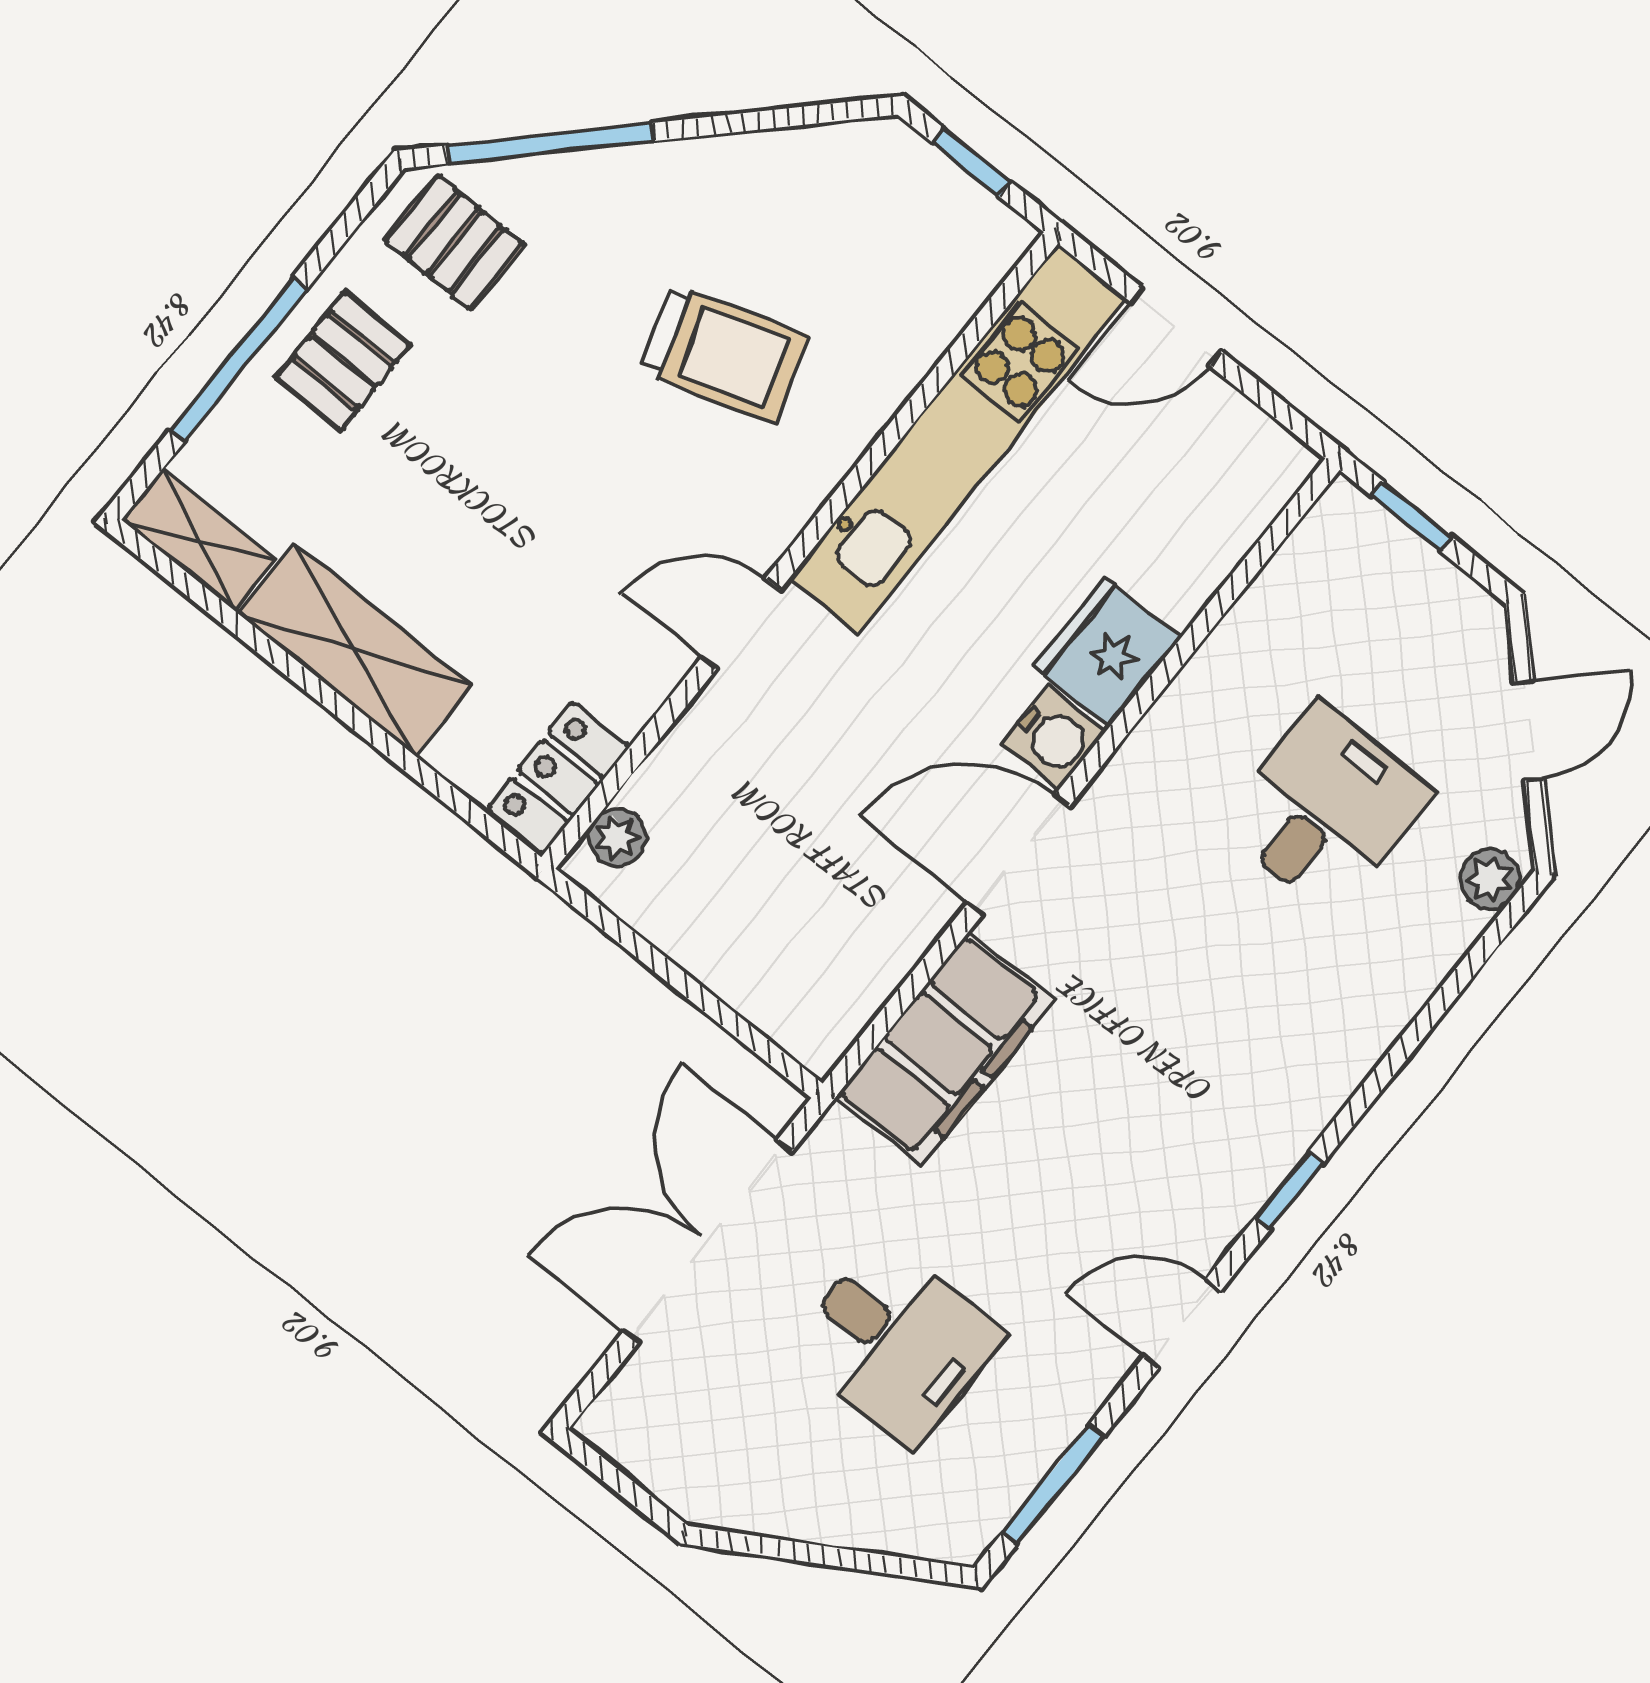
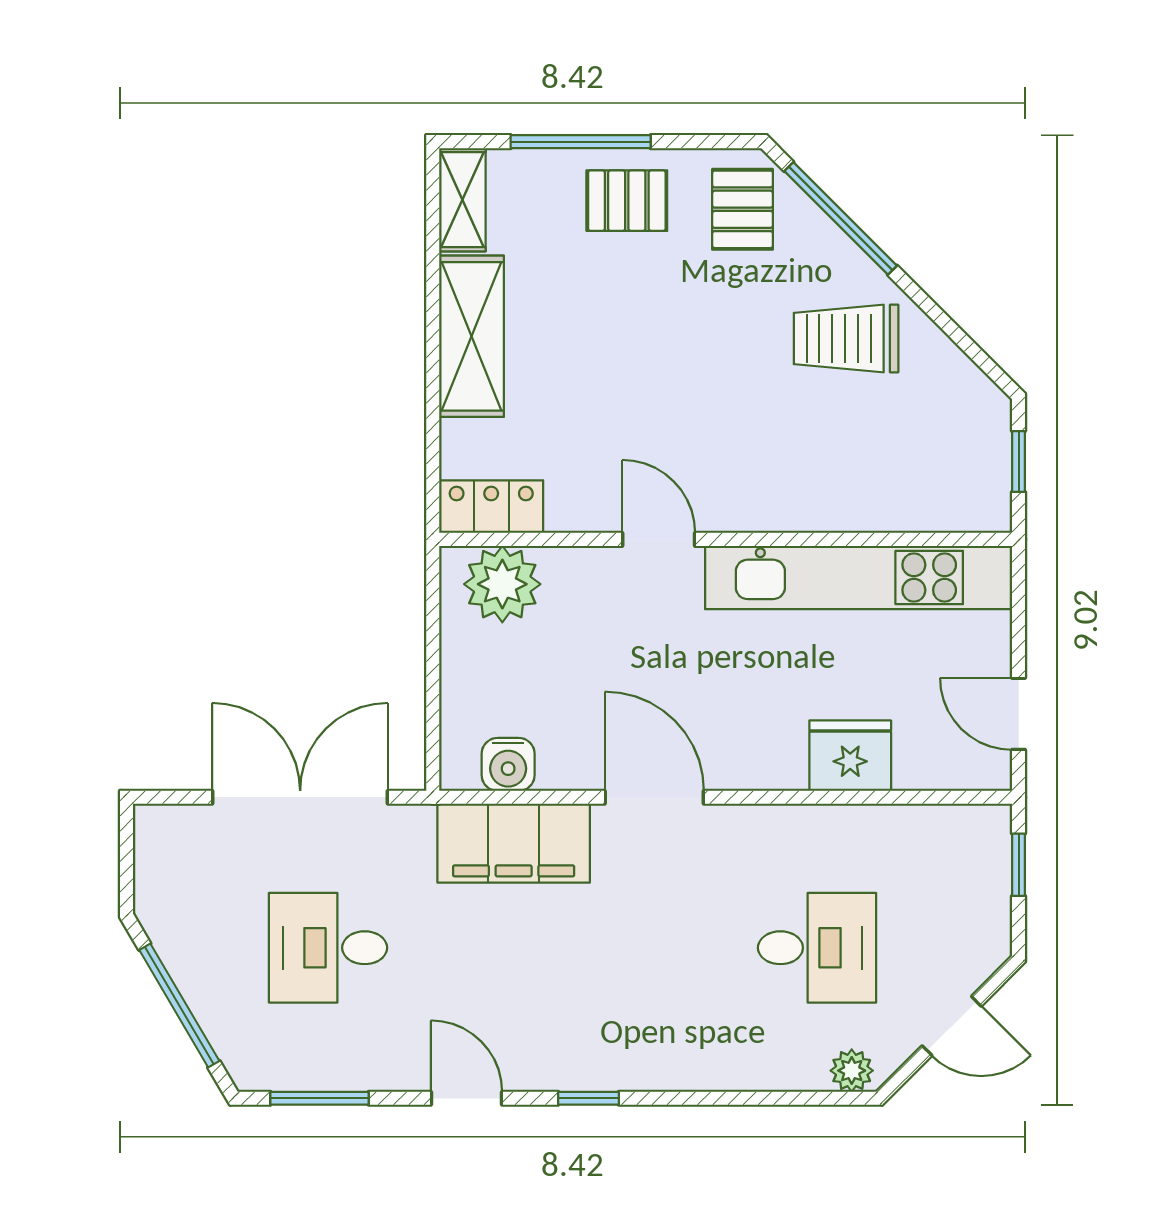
door: (1176, 327) -> (1019, 714), moved
trolley: (724, 353) -> (846, 339), moved, turned 108
fridge: (1107, 652) -> (850, 756), moved
water cooler: (1054, 738) -> (508, 764), moved
plant: (617, 837) -> (502, 584), width x1.87, depth x1.87
desk: (896, 1343) -> (328, 948), turned 90
window: (829, 1556) -> (179, 1005), added

